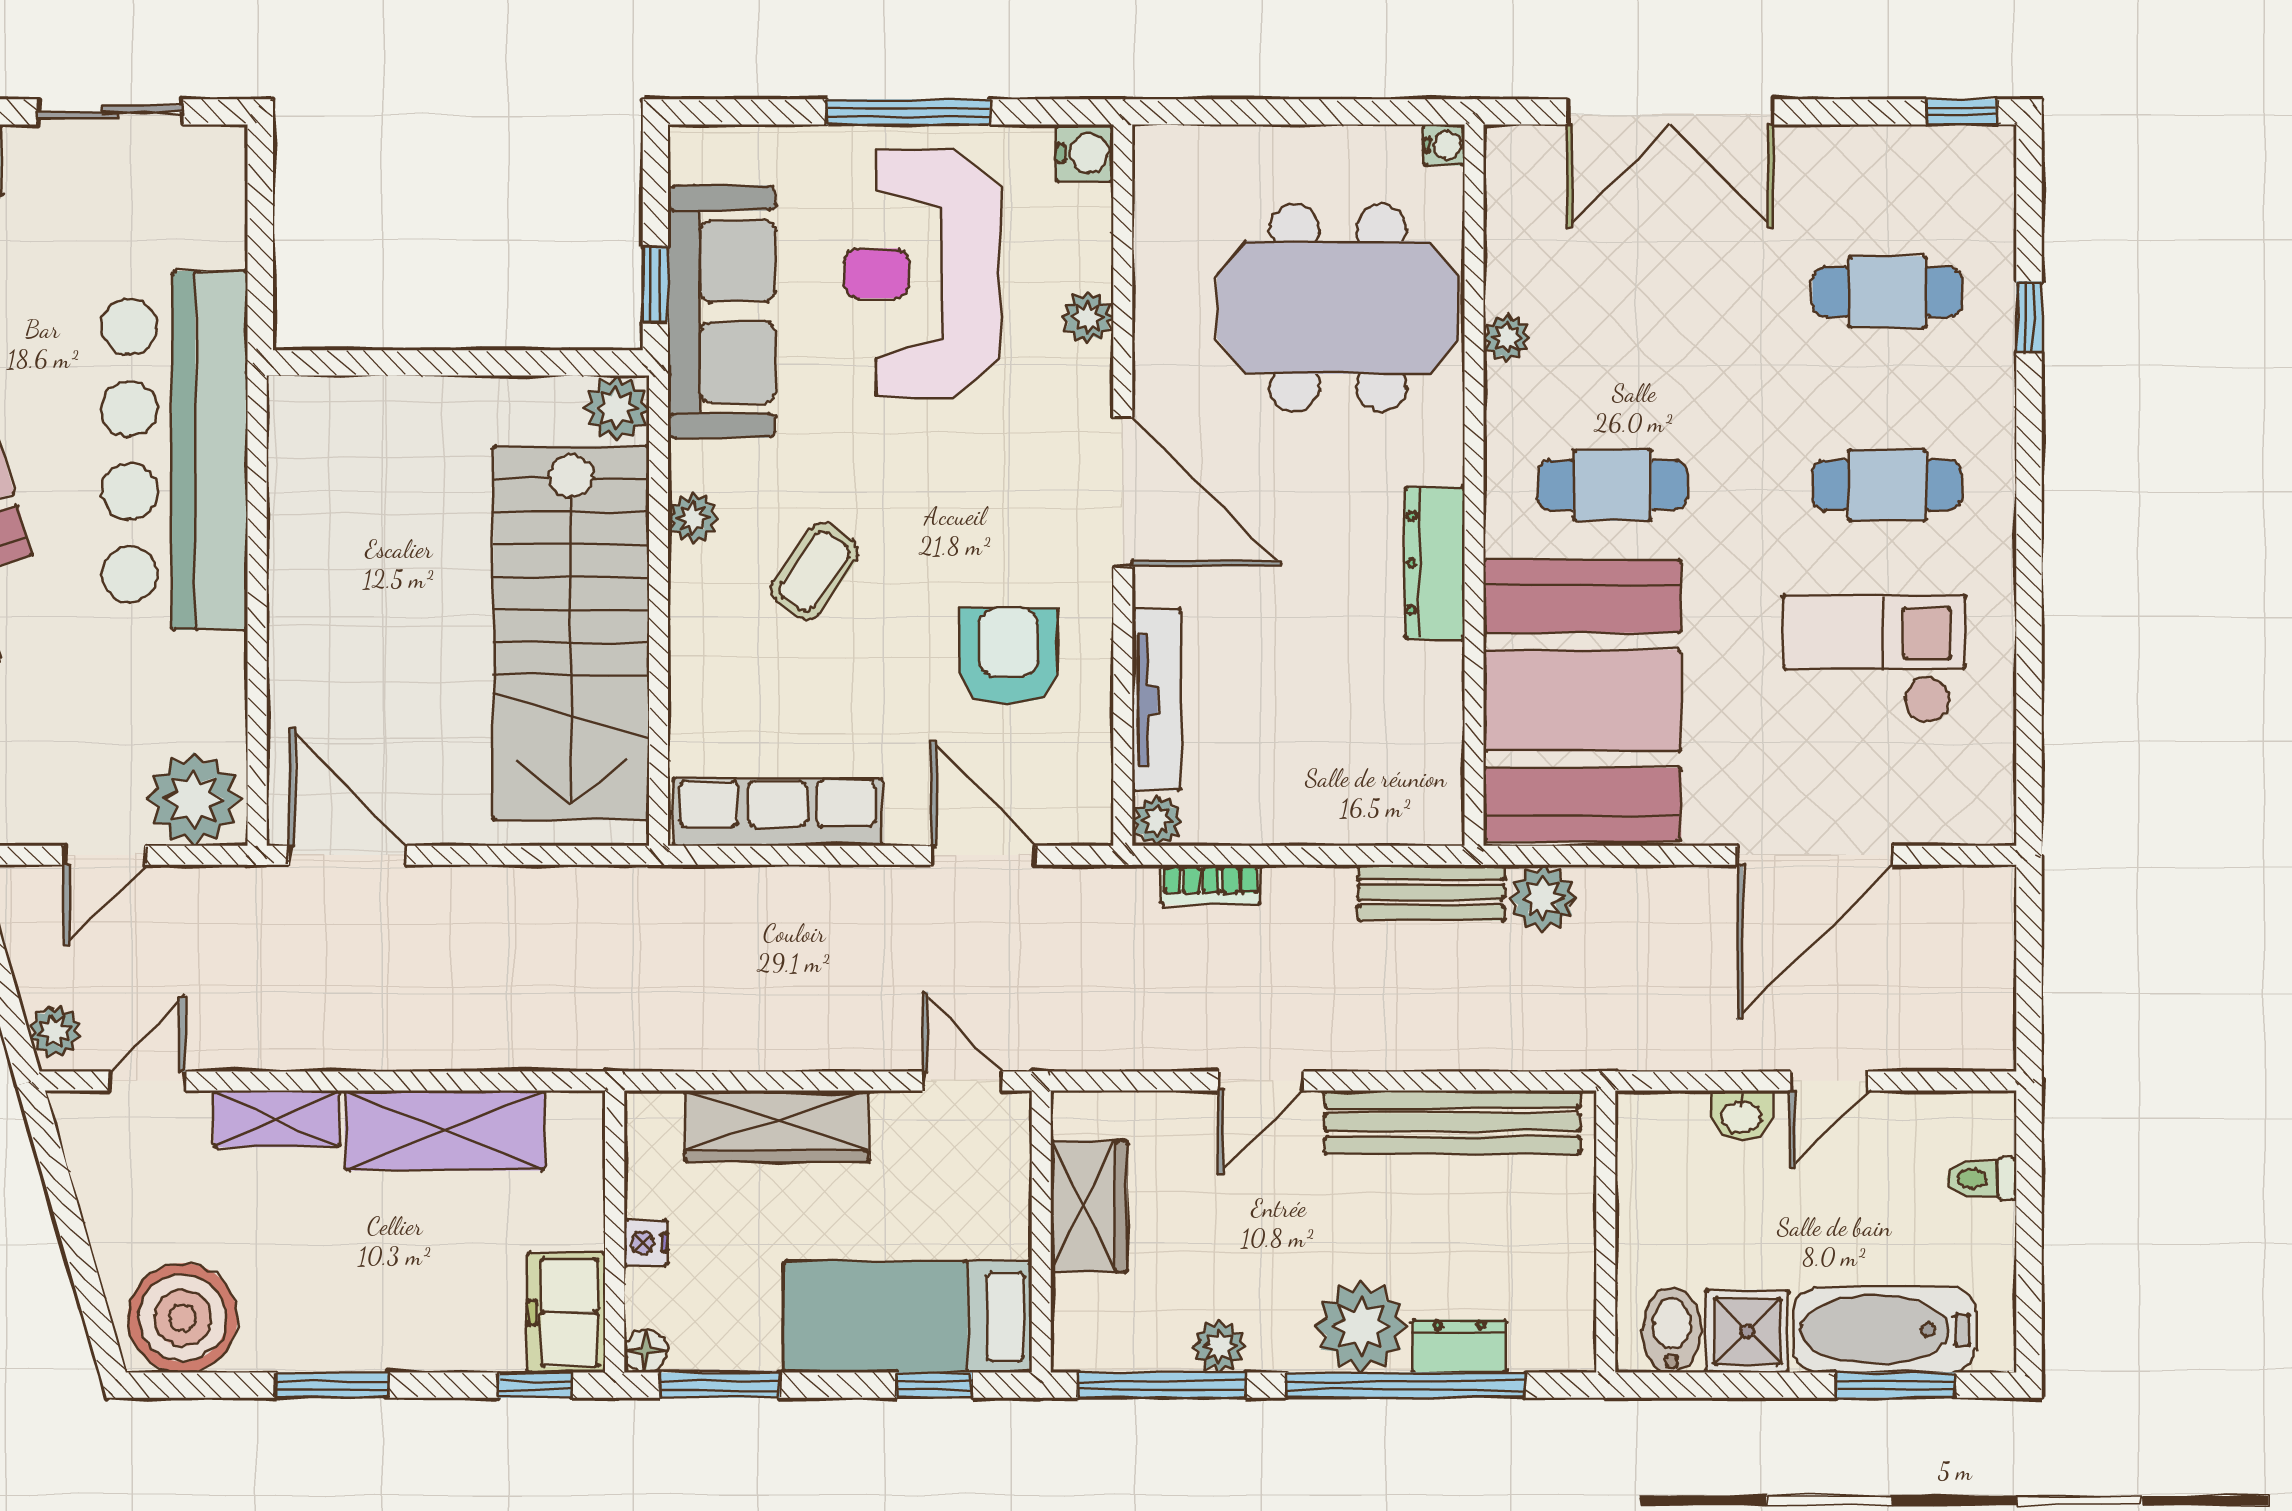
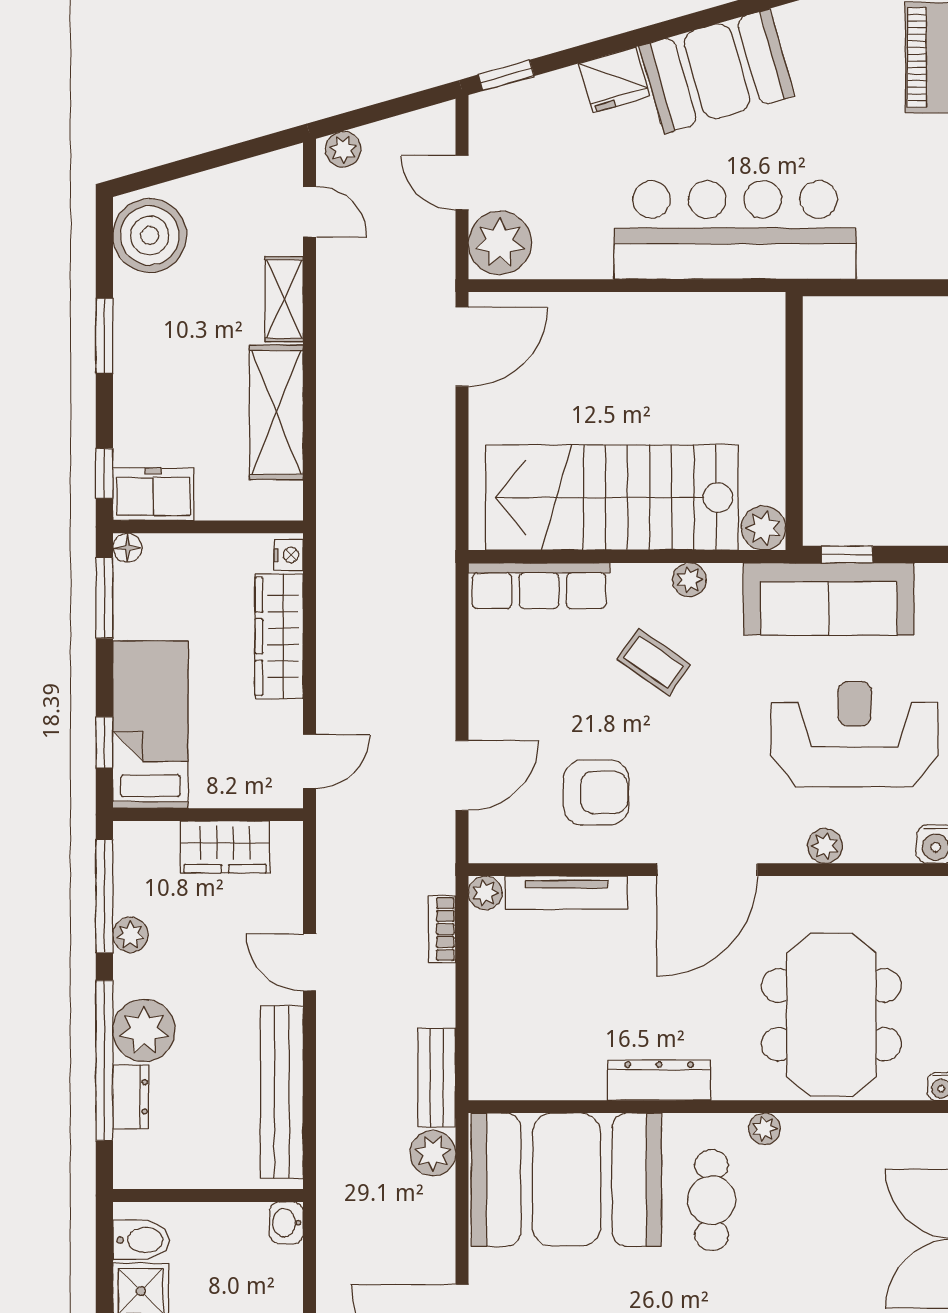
plant: (1507, 338) -> (764, 1129), moved
row of seats: (777, 812) -> (539, 586), moved, turned 90
washbasin: (1741, 1115) -> (286, 1223), moved
nightstand: (646, 1243) -> (289, 555), moved, turned 90

